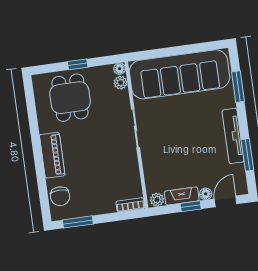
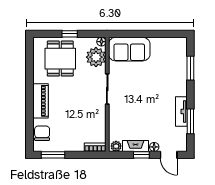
sofa: (180, 74) -> (129, 49), width x0.54, depth x0.79
plant: (121, 83) -> (96, 57), width x1.88, depth x1.88
tv unit: (233, 136) -> (181, 112), width x0.71
chair: (60, 196) -> (42, 133), turned 180
door: (226, 201) -> (169, 155), swing flipped

